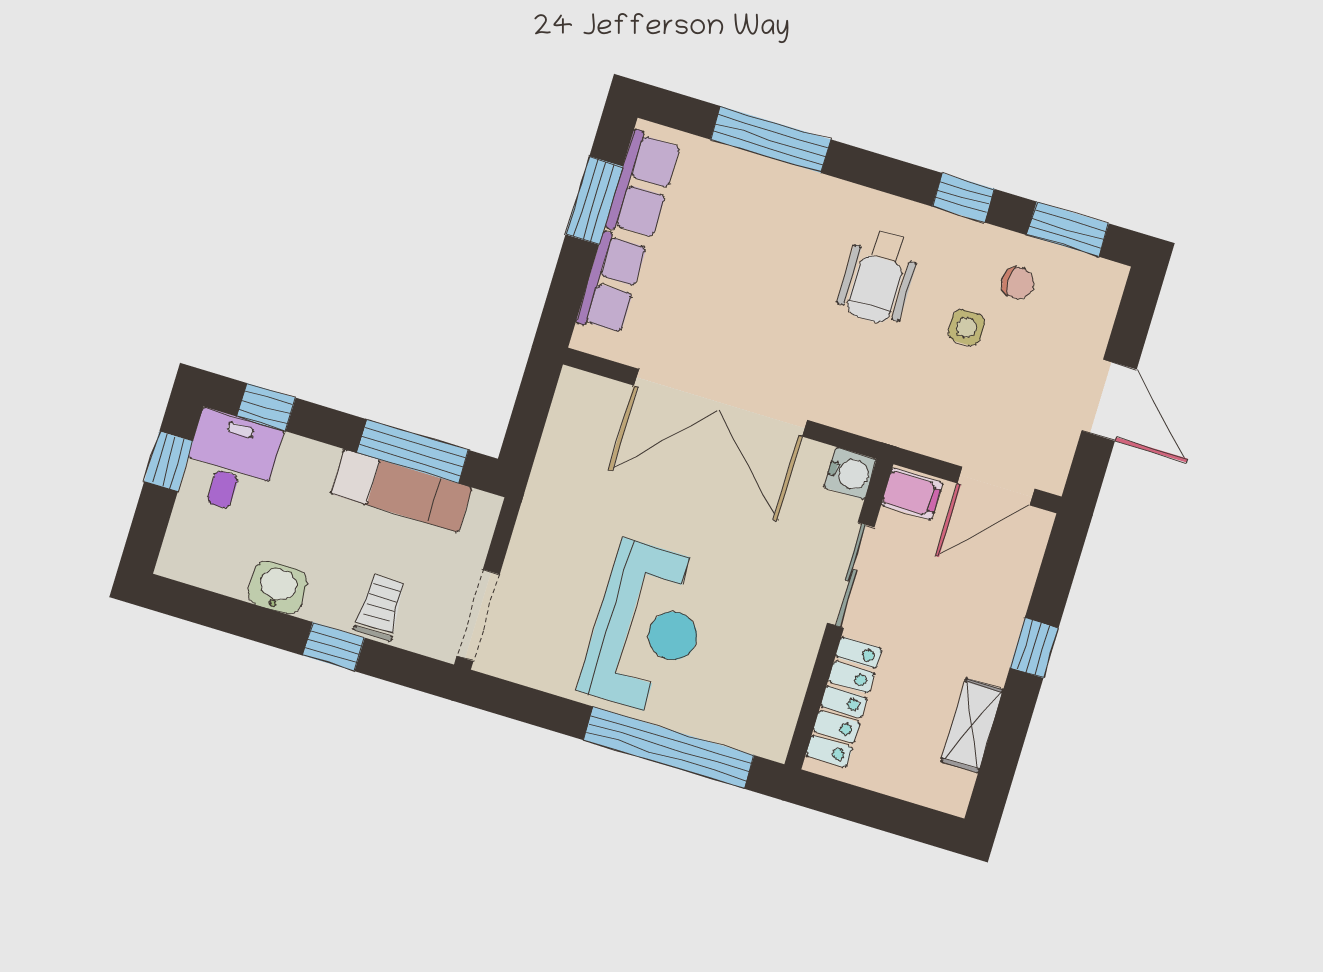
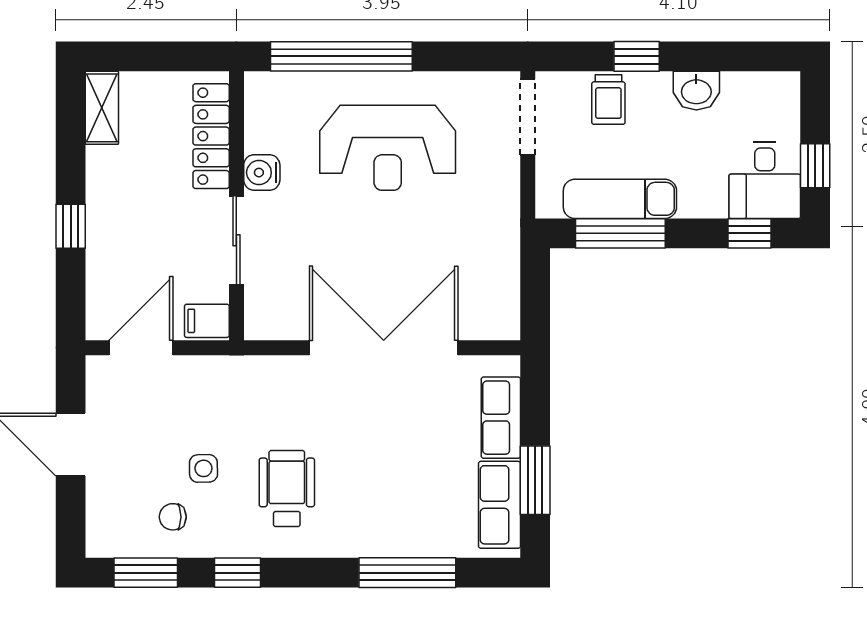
water cooler: (850, 473) -> (262, 173), moved
reception desk: (648, 628) -> (388, 148), turned -90
shelving: (972, 725) -> (102, 108), moved

